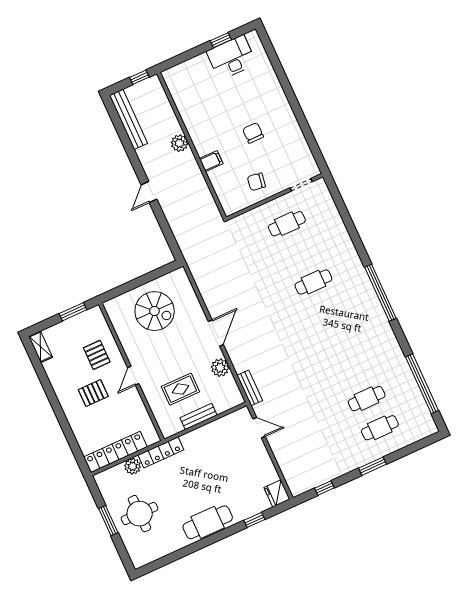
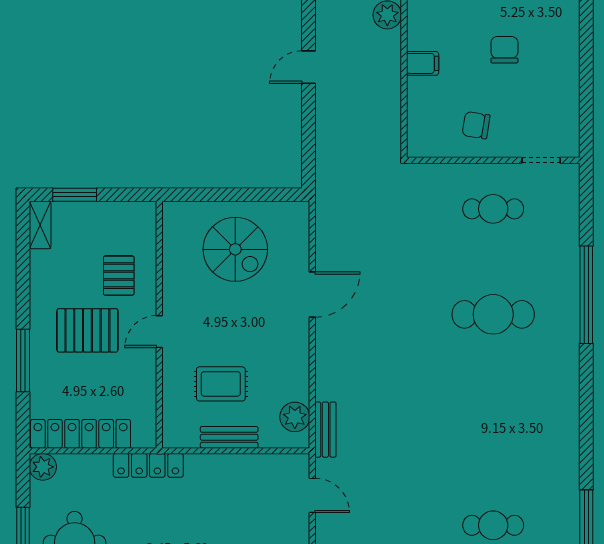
cafe table: (313, 282) -> (493, 314), width x1.37, depth x1.35
window: (380, 293) -> (586, 295), moved
window: (73, 312) -> (75, 195), moved
door: (216, 333) -> (312, 295), moved
plant: (220, 368) -> (295, 417), moved
pallet: (93, 393) -> (87, 330), width x1.50, depth x1.42
window: (65, 426) -> (23, 360), added
plant: (133, 466) -> (43, 467), moved

